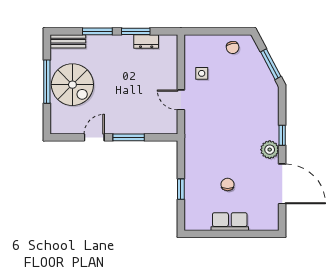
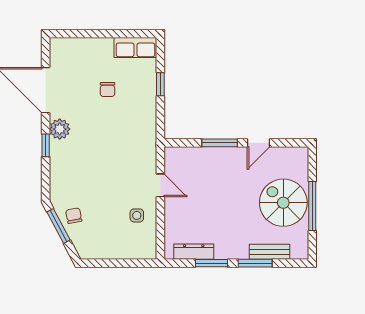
bench: (68, 41) -> (269, 252), moved
dresser: (146, 41) -> (194, 252), width x1.44
chair: (233, 47) -> (74, 216), moved
row of seats: (230, 222) -> (135, 47), moved

